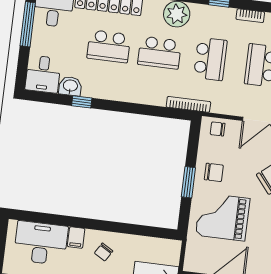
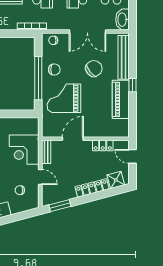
window: (188, 182) -> (38, 78), width x2.11

